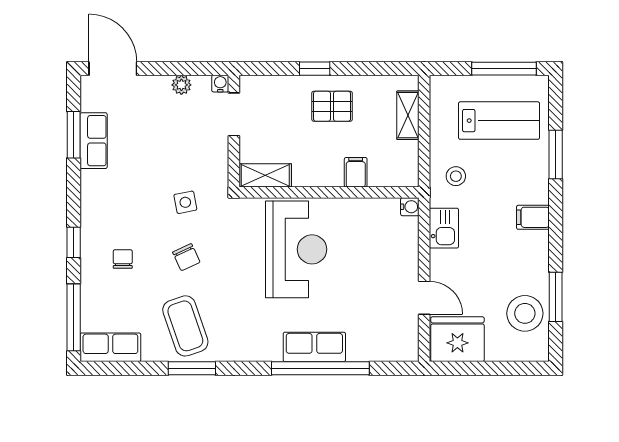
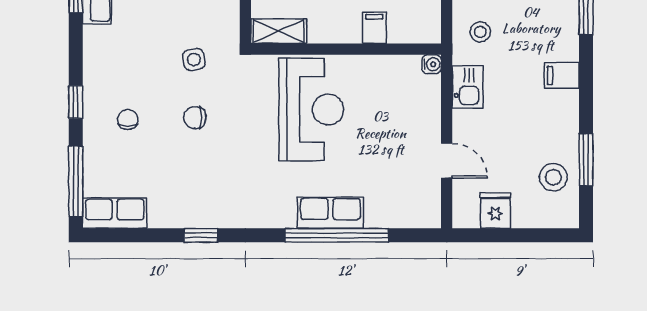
chair: (186, 257) -> (195, 118), turned 115
stool: (525, 313) -> (553, 177), width x0.73, depth x0.73
coffee table: (185, 326) -> (194, 190), removed
fridge: (457, 339) -> (495, 211), width x0.53, depth x0.75
window: (192, 368) -> (201, 235), width x0.67

